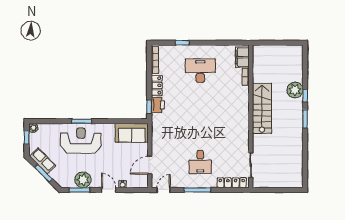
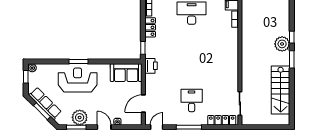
plant: (295, 90) -> (282, 44), moved
printer: (158, 105) -> (151, 66), moved
stairs: (262, 108) -> (281, 90), moved, turned 180
row of seats: (43, 161) -> (45, 103), width x1.48
desk: (200, 162) -> (192, 100), turned 180

